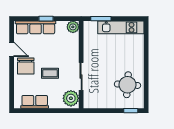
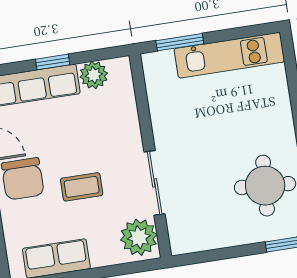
plant: (73, 27) -> (94, 75), moved

